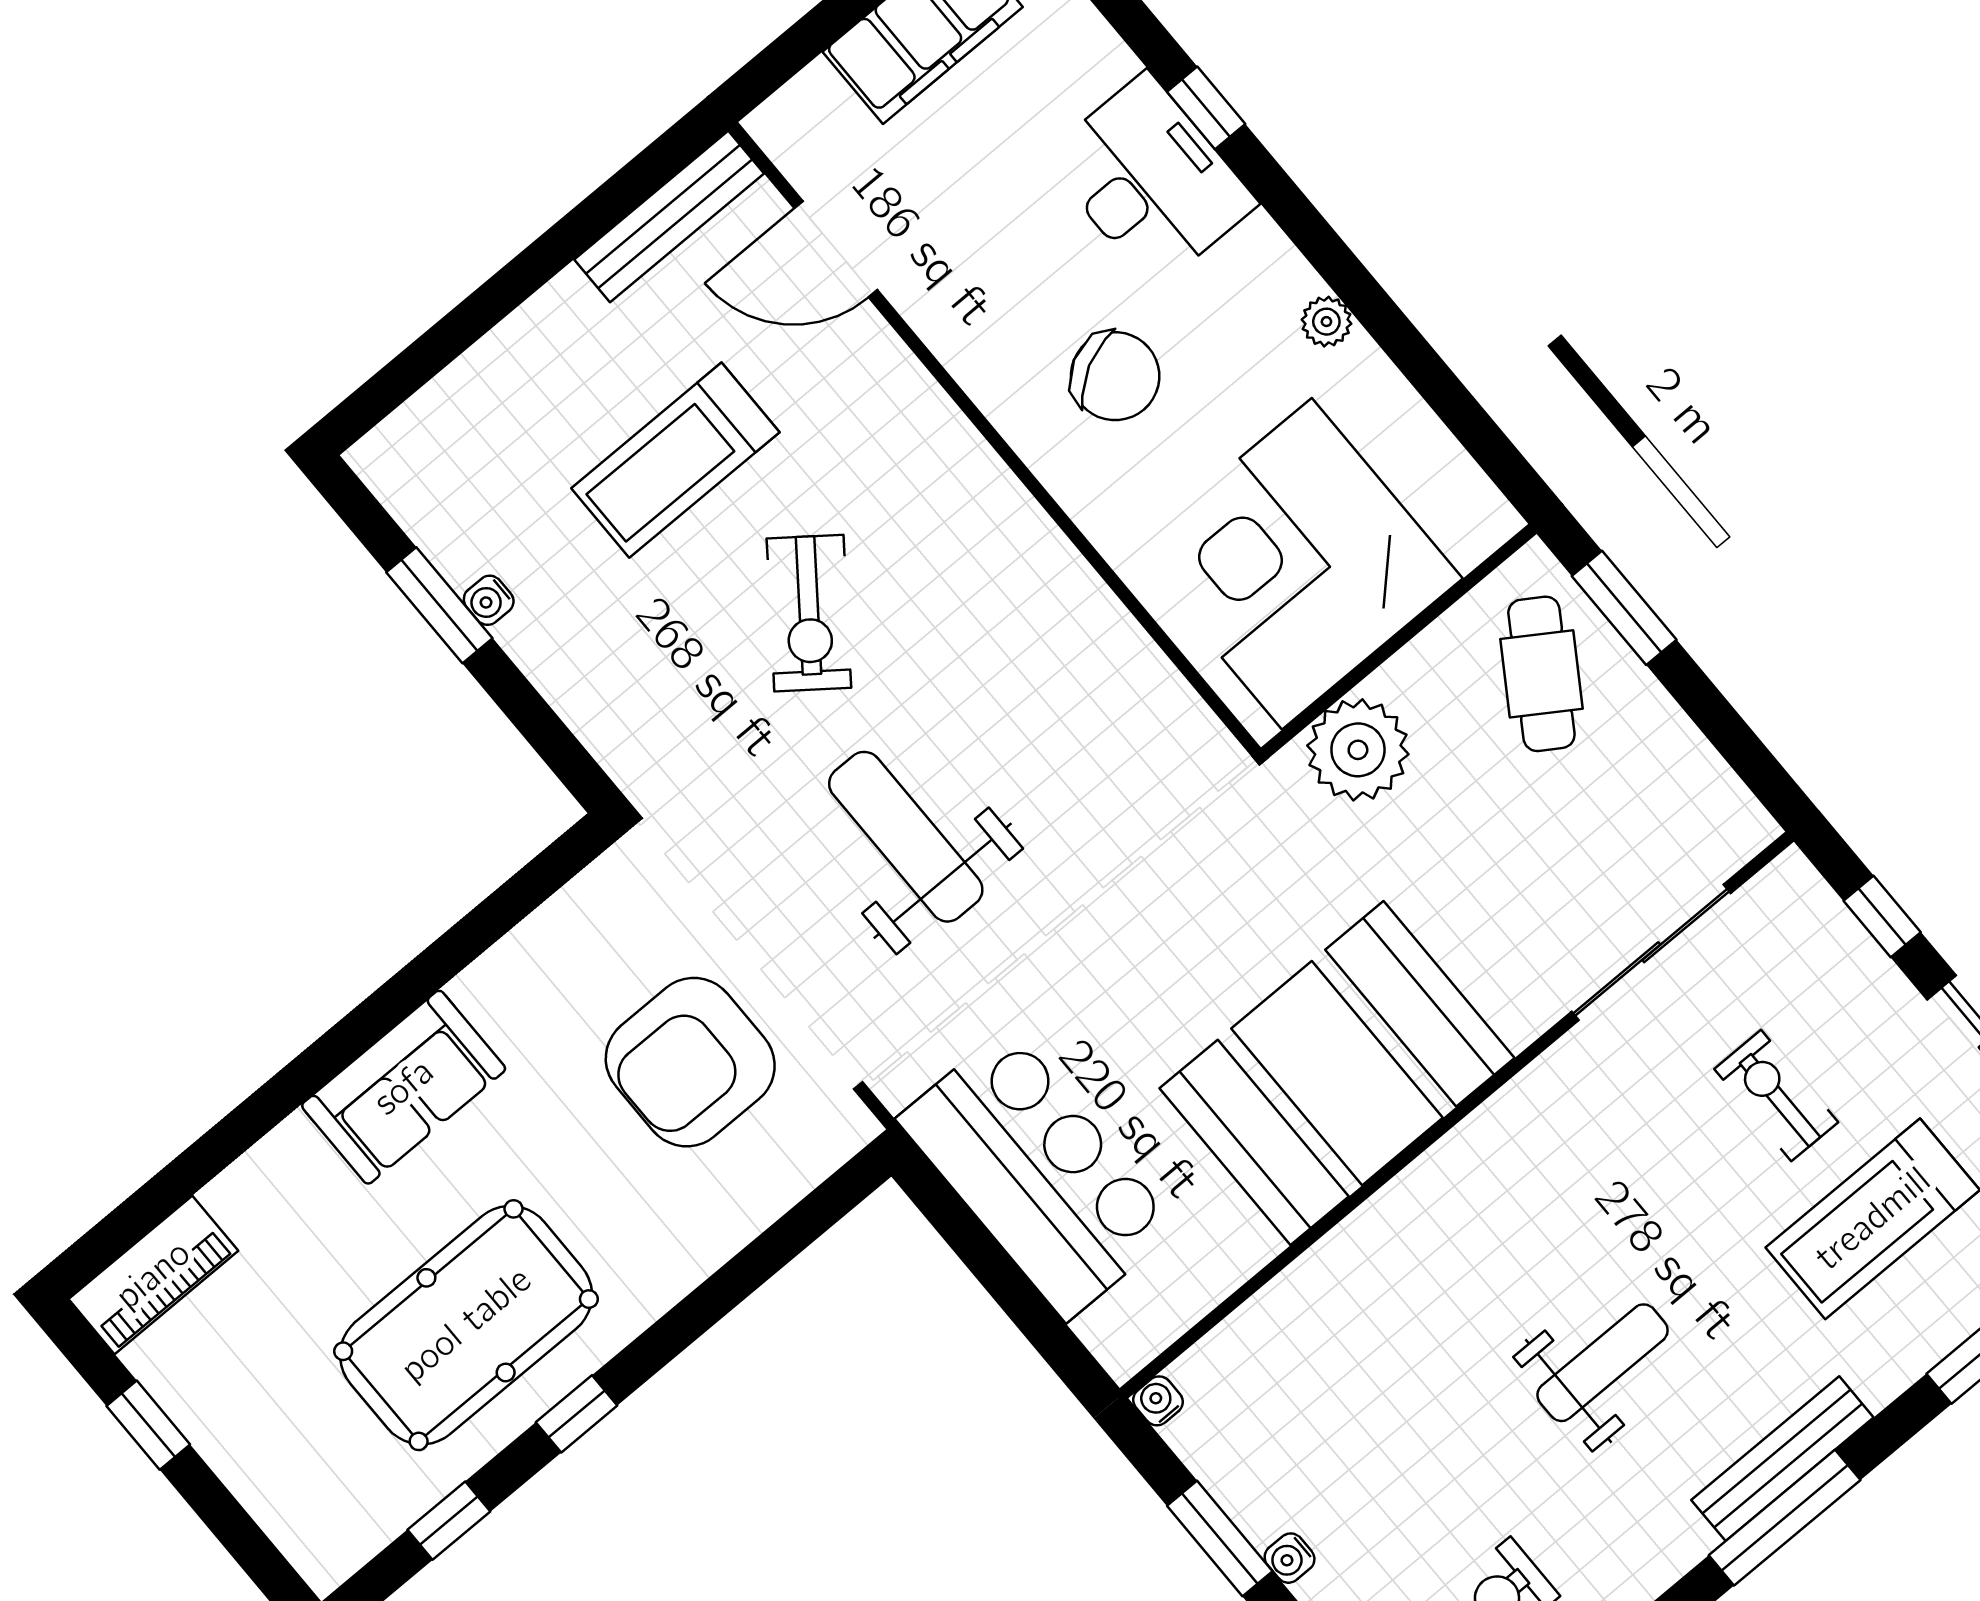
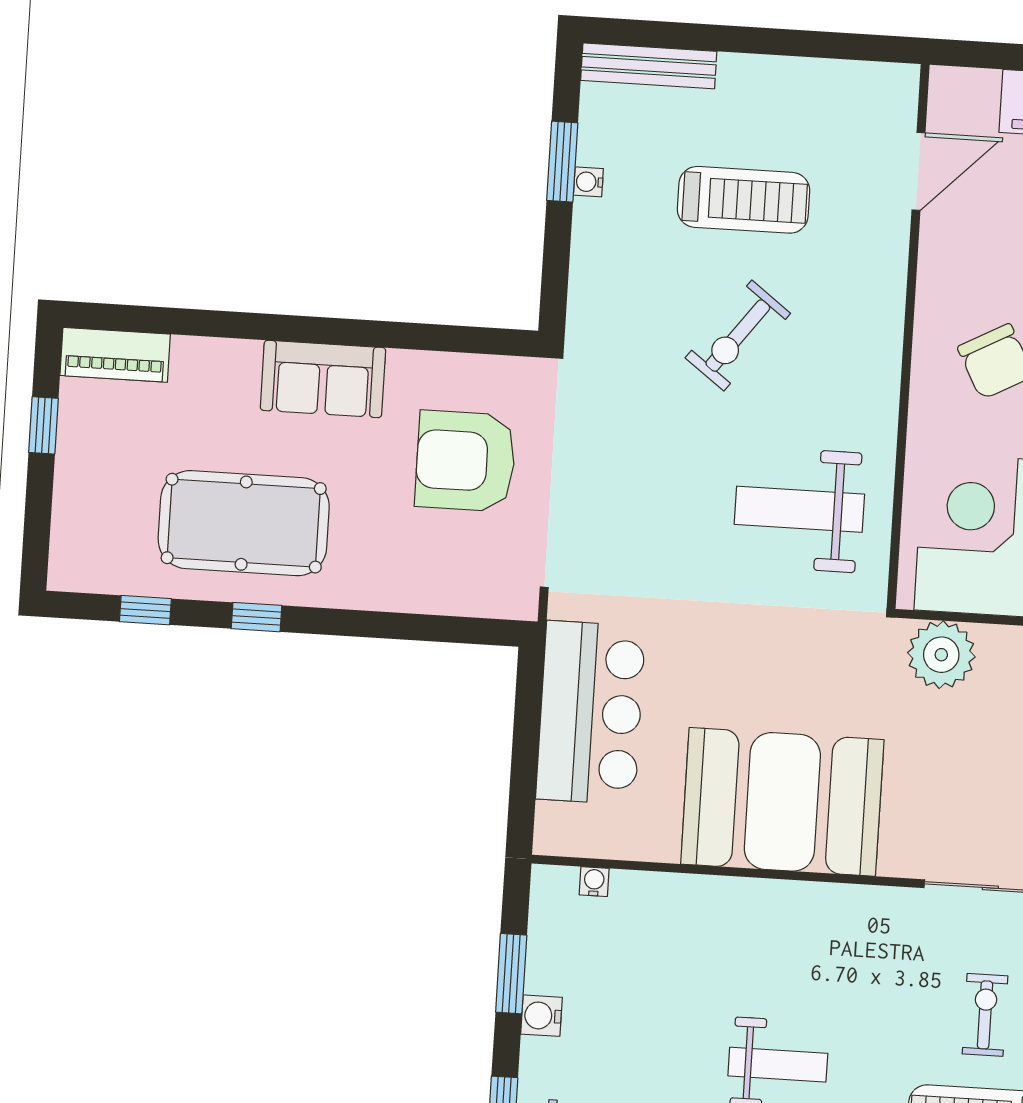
bench: (669, 216) -> (649, 66), moved
door: (836, 249) -> (918, 171), swing flipped
treadmill: (675, 460) -> (744, 200), turned 180
weight bench: (906, 837) -> (799, 509), moved, turned -90
armchair: (690, 1062) -> (465, 461), moved
water cooler: (1158, 1401) -> (594, 882), moved
water cooler: (1290, 1558) -> (541, 1016), width x1.38, depth x1.38

